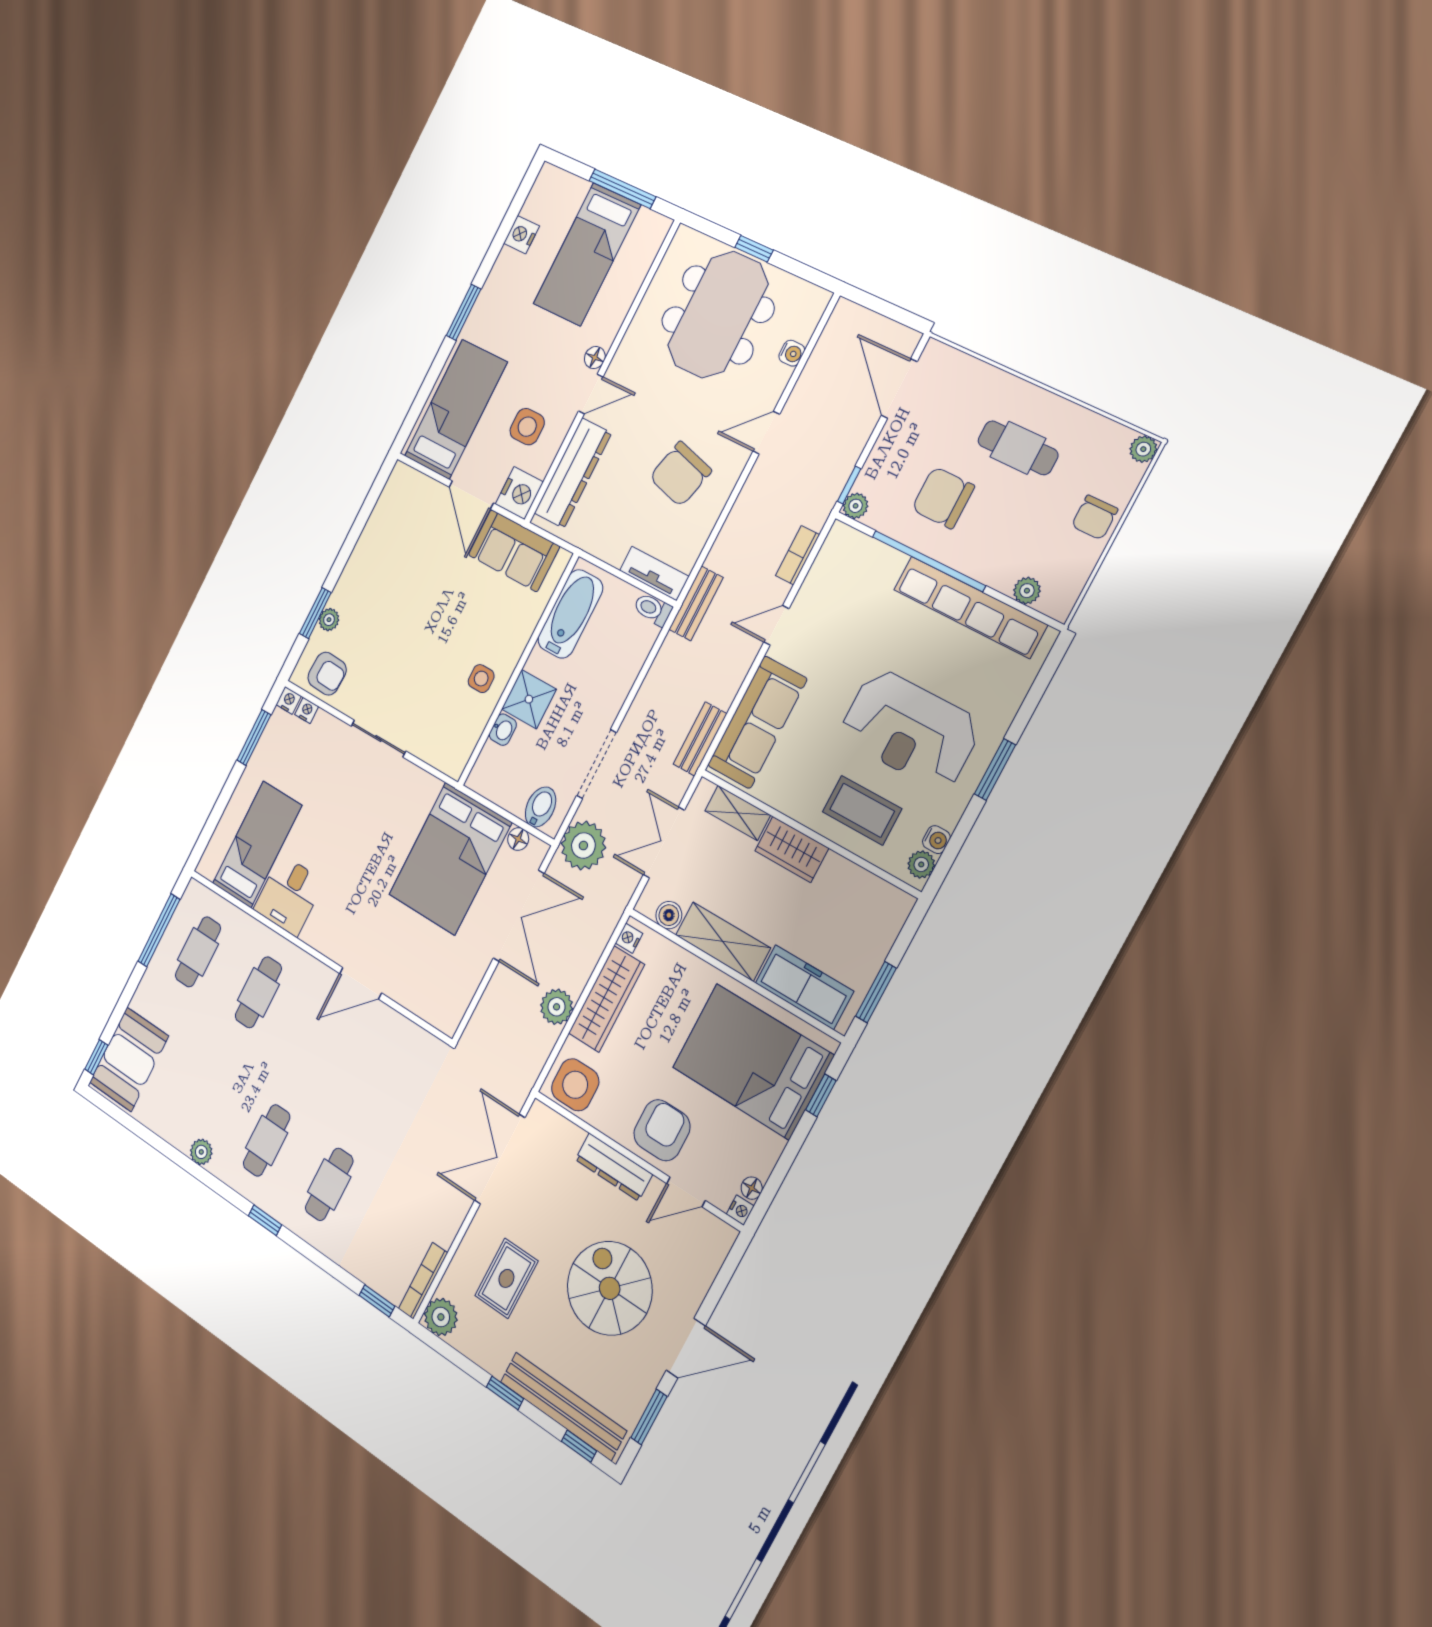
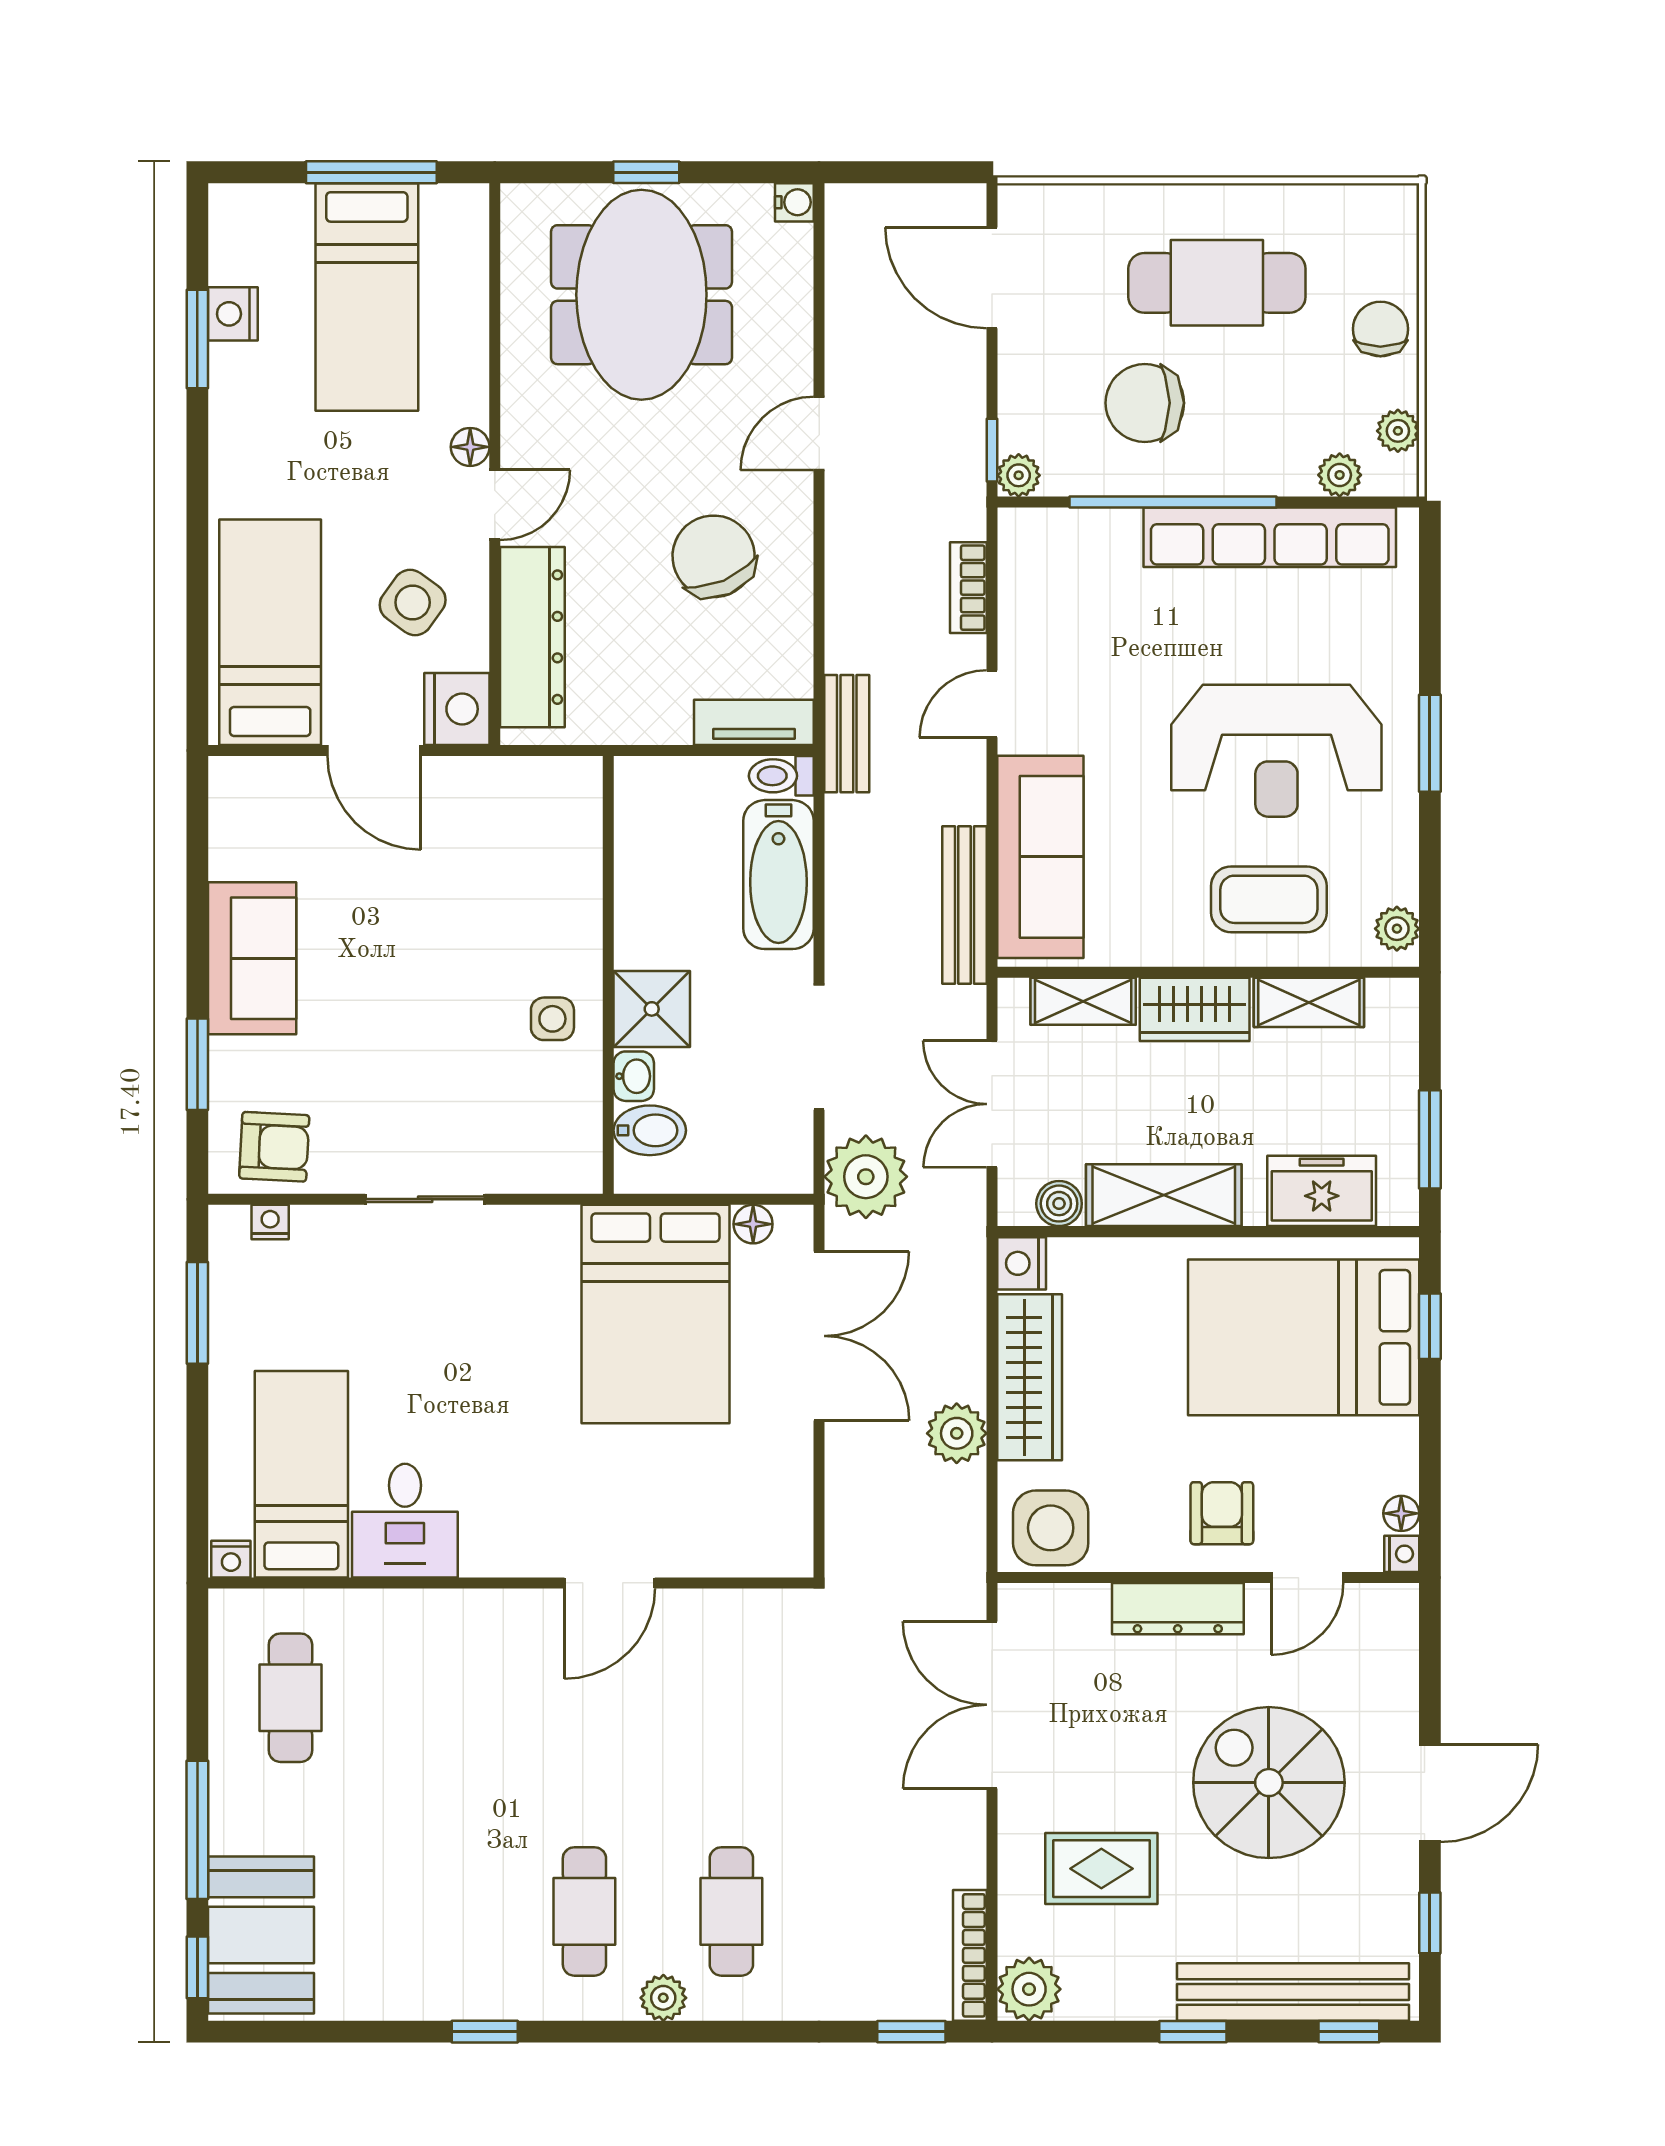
window: (464, 312) -> (197, 339), moved
water cooler: (792, 353) -> (794, 202), moved
side table: (527, 427) -> (413, 602), turned 36
cafe table: (1018, 448) -> (1217, 283), width x1.37, depth x1.35
plant: (1143, 449) -> (1398, 431), moved
chair: (680, 474) -> (714, 556), turned 142
chair: (1095, 517) -> (1380, 329), turned 180
sofa: (514, 551) -> (252, 958), moved, turned -90
bathtub: (570, 614) -> (778, 875), moved, turned 180
plant: (329, 620) -> (229, 1062), removed
nightstand: (289, 700) -> (231, 1559), moved, turned 180
bench: (700, 739) -> (964, 905), width x1.36
bidet: (541, 807) -> (650, 1130), moved, turned 90
water cooler: (936, 840) -> (1400, 883), removed
shelving: (853, 879) -> (1309, 1002), added
window: (159, 930) -> (197, 1830), moved
nightstand: (629, 938) -> (1022, 1263), width x1.39, depth x1.35
freezer: (804, 987) -> (1322, 1191), width x0.71
cafe table: (258, 992) -> (437, 1698), removed
armchair: (662, 1130) -> (1222, 1513), width x0.72, depth x0.72
plant: (201, 1152) -> (663, 1998), moved
window: (265, 1220) -> (485, 2032), moved
rug: (506, 1278) -> (1101, 1869), turned 90
window: (649, 1417) -> (1430, 1923), width x0.67

